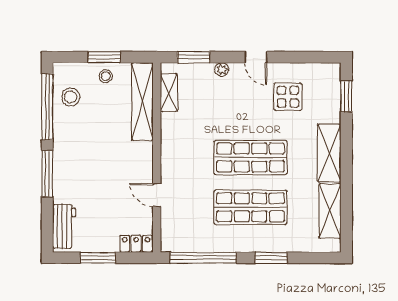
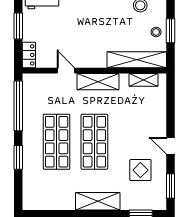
window: (194, 57) -> (170, 186), moved
door: (256, 57) -> (170, 146), hinge flipped
plant: (222, 69) -> (161, 120), removed
door: (157, 195) -> (66, 71), hinge flipped
shelving: (330, 211) -> (98, 82), moved

